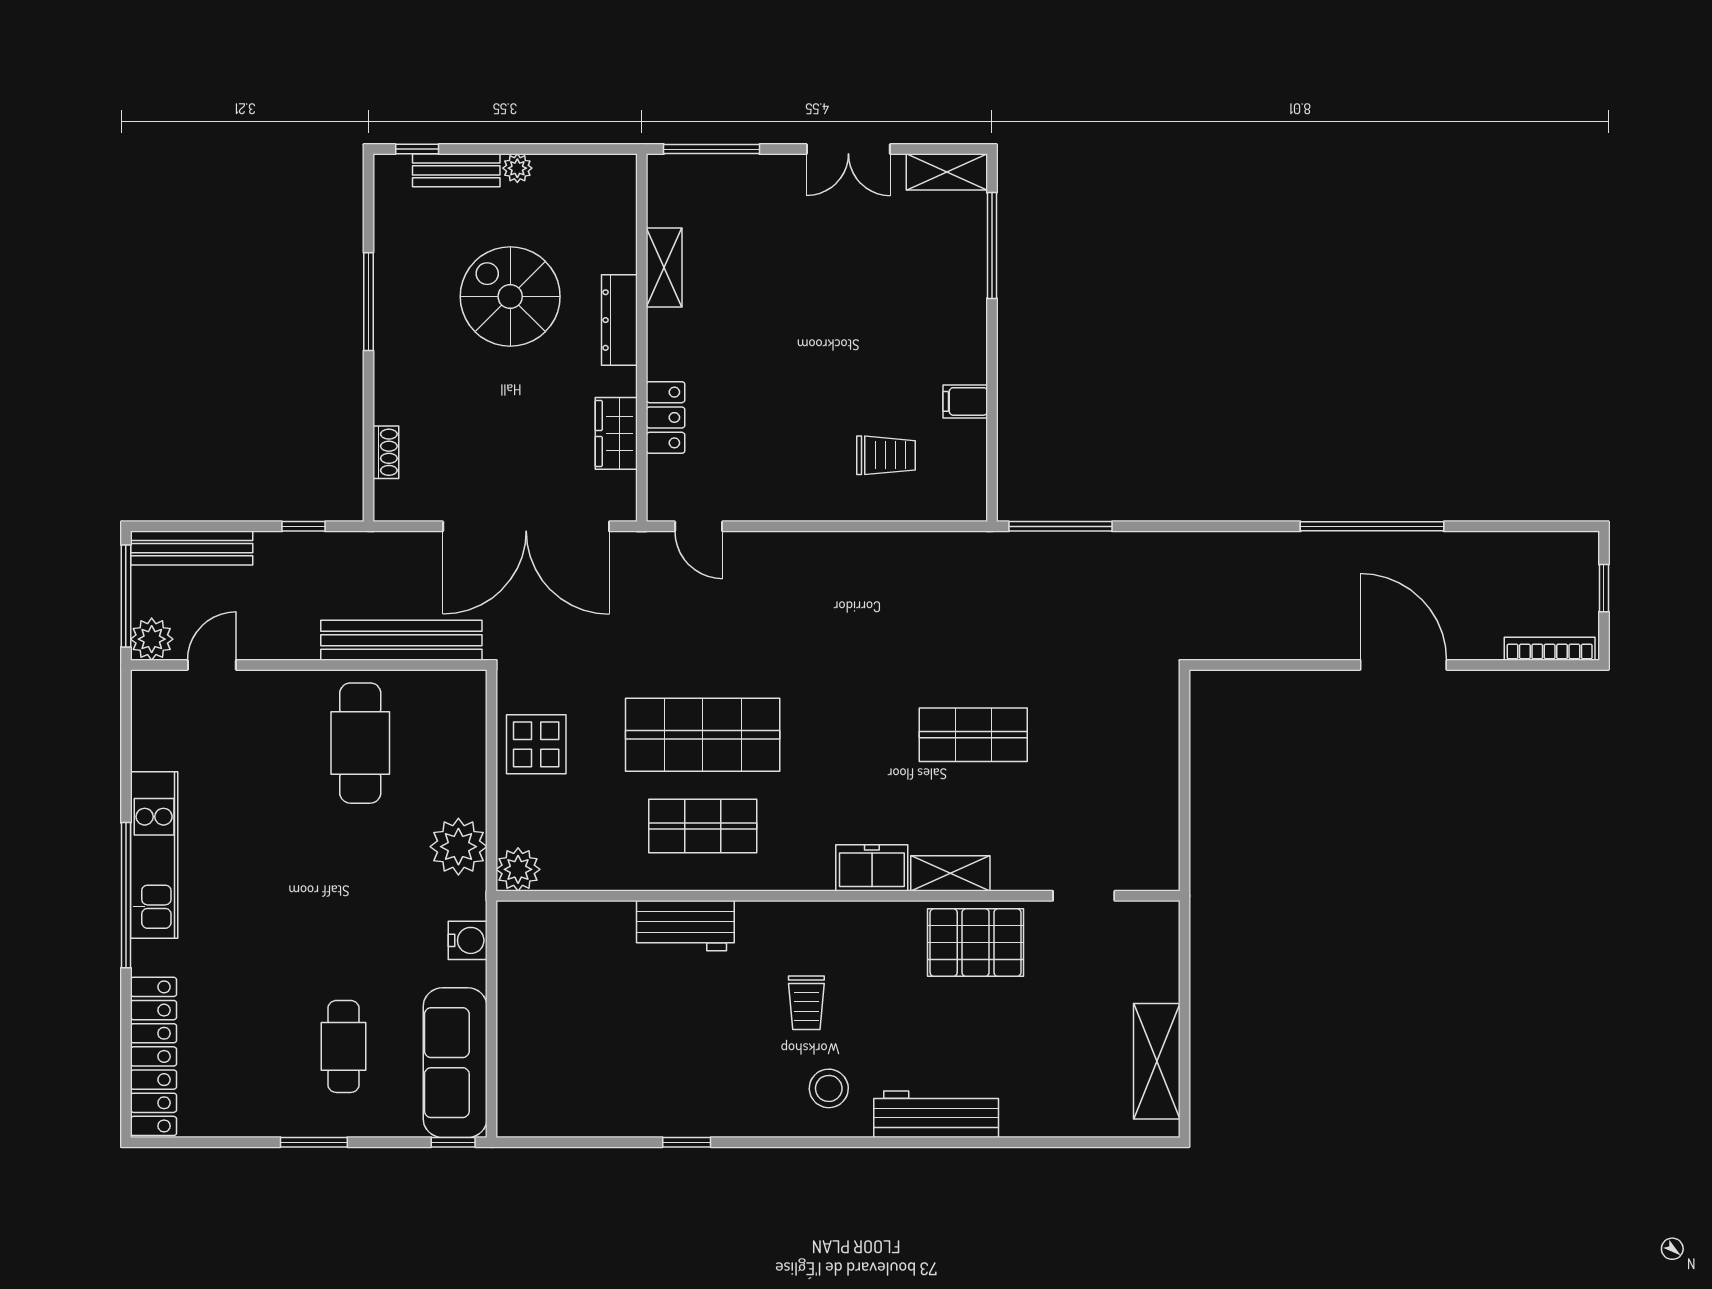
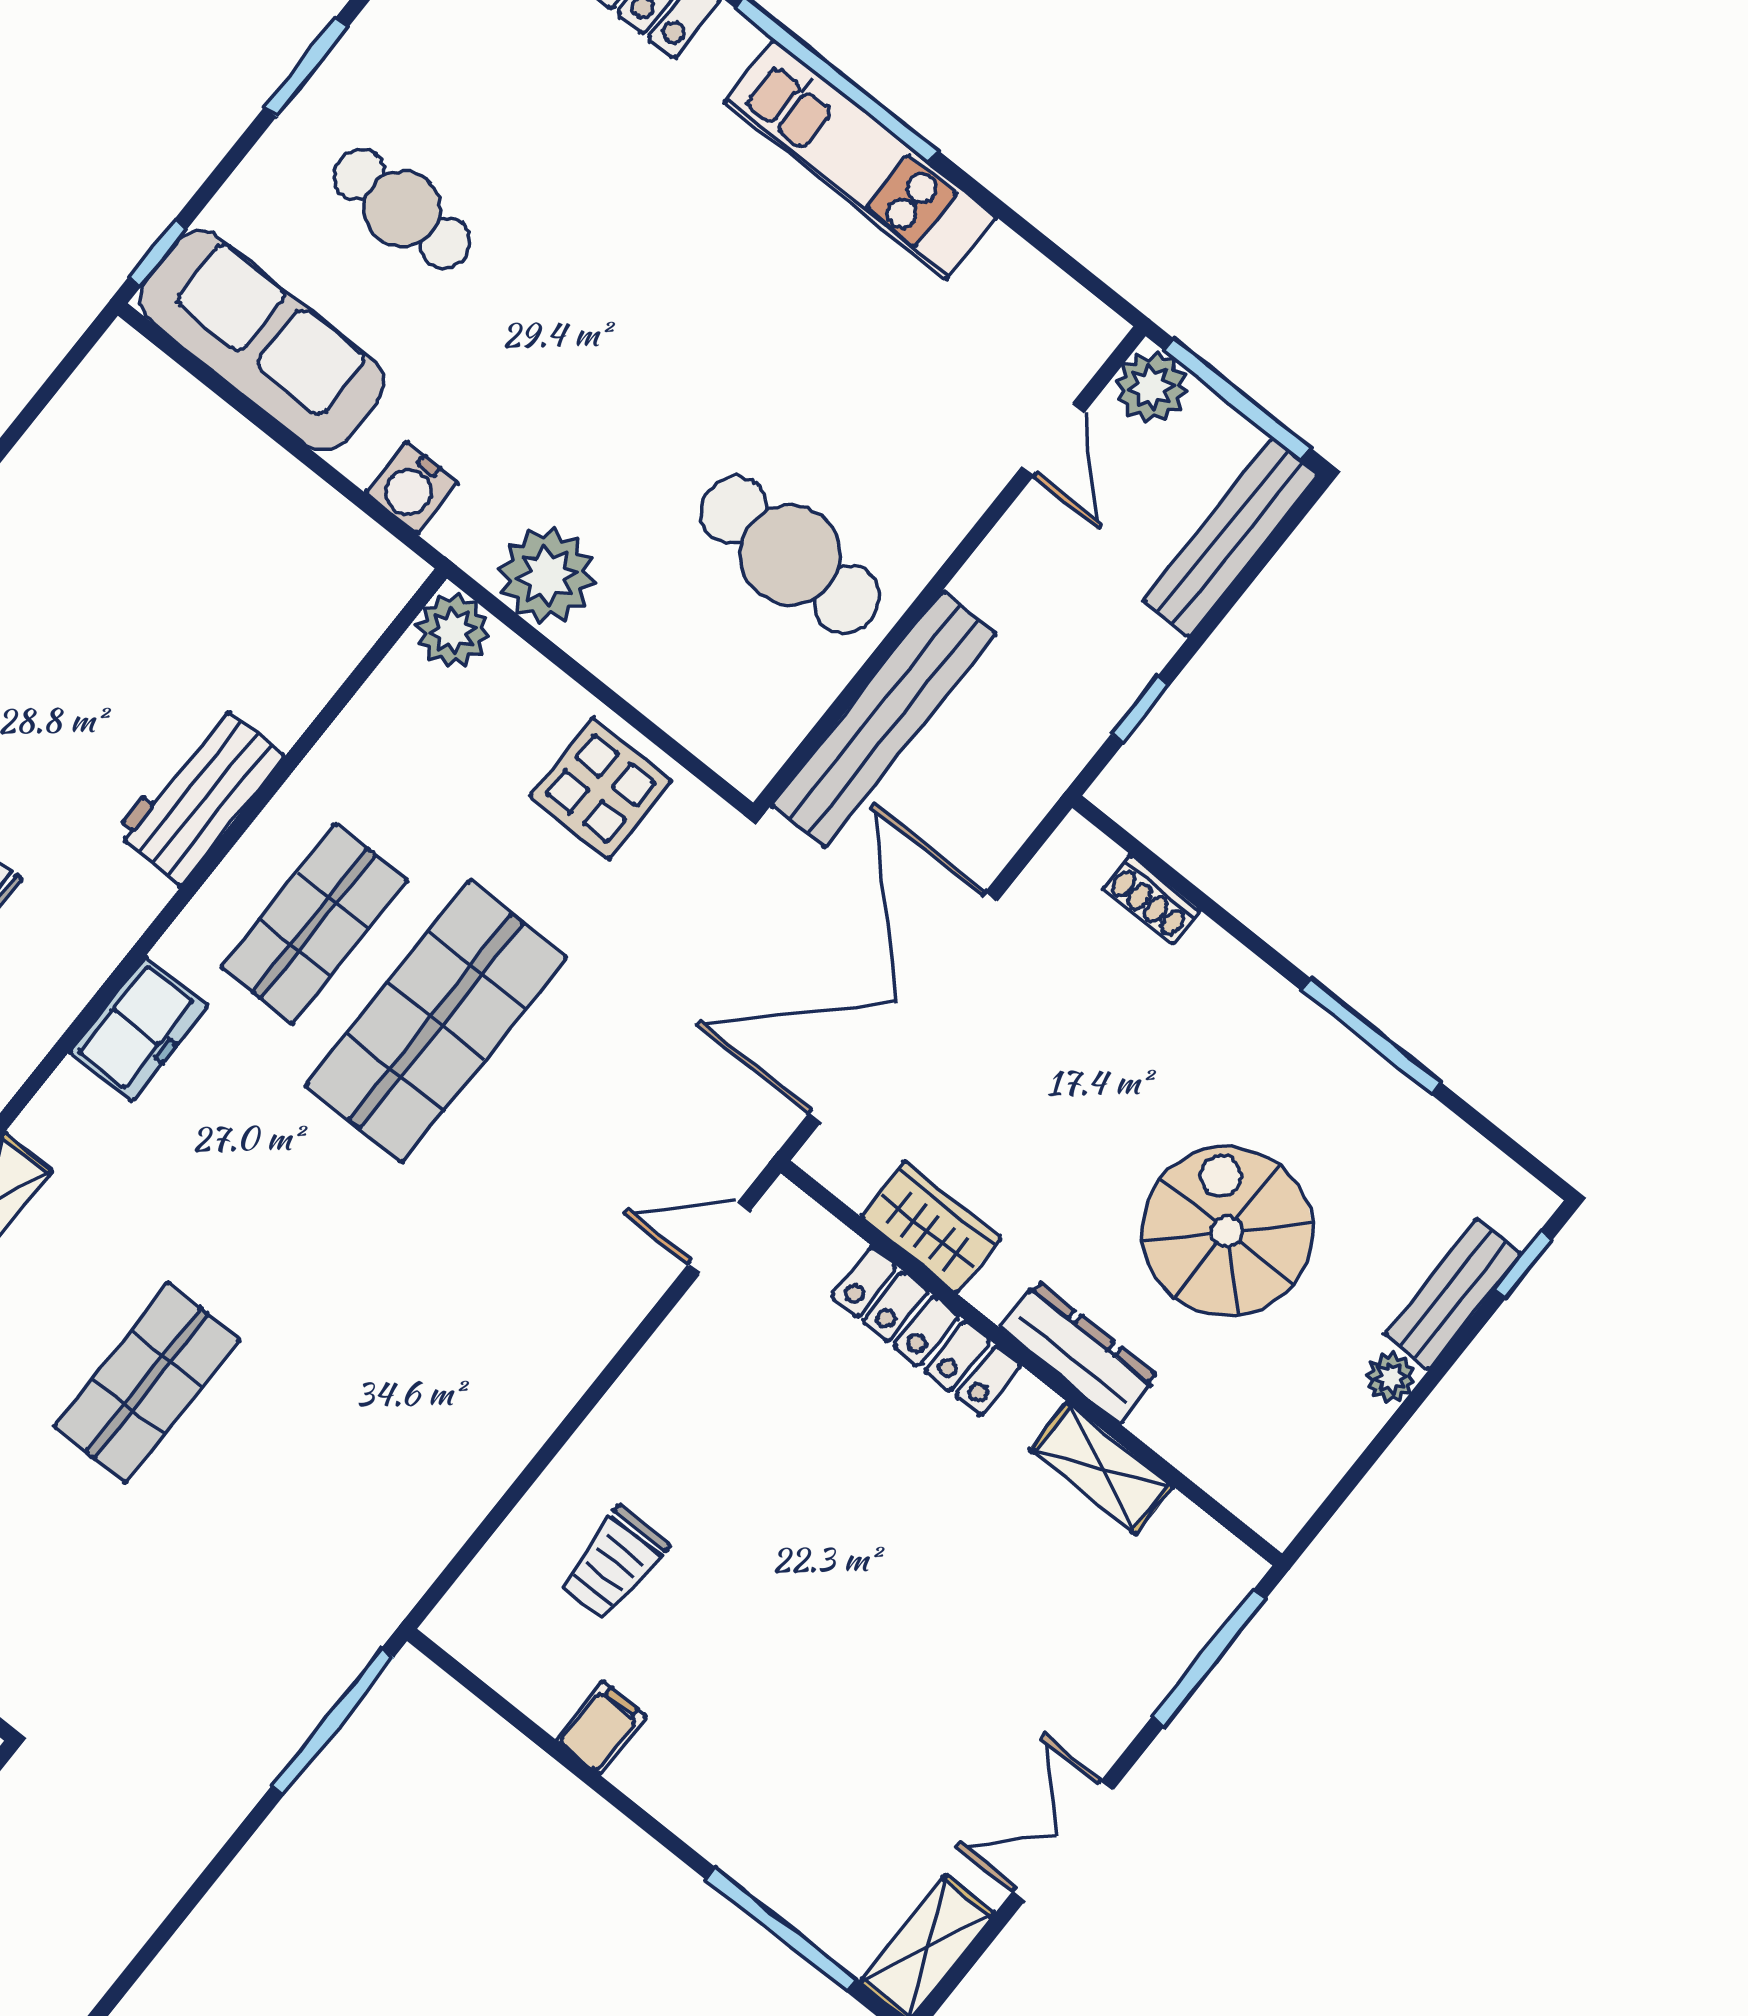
spiral stairs: (510, 297) -> (1227, 1231), turned -90
locker: (666, 417) -> (926, 1331), width x1.53
freezer: (872, 868) -> (139, 1029), moved

